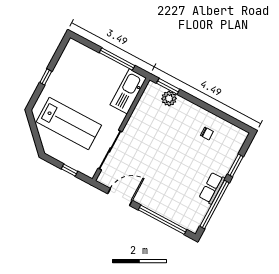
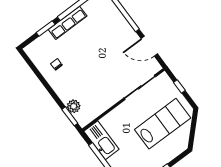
kitchen sink: (128, 91) -> (101, 140), moved, turned -90
lab bench: (69, 124) -> (163, 124), turned 90
row of seats: (212, 188) -> (68, 23), width x1.48

